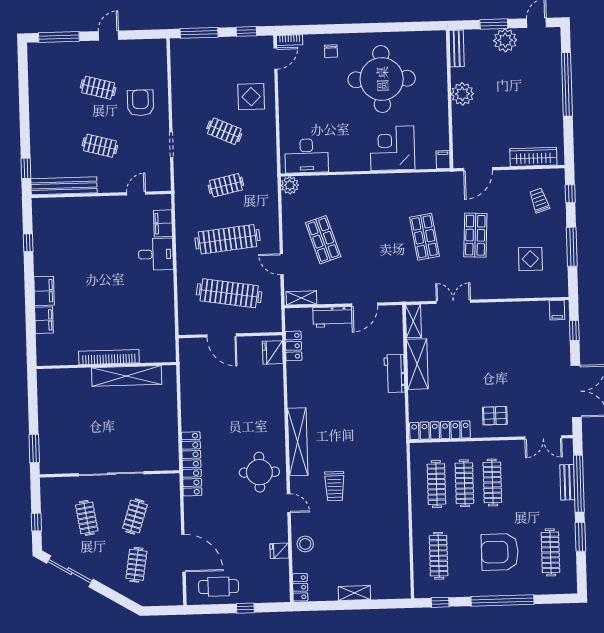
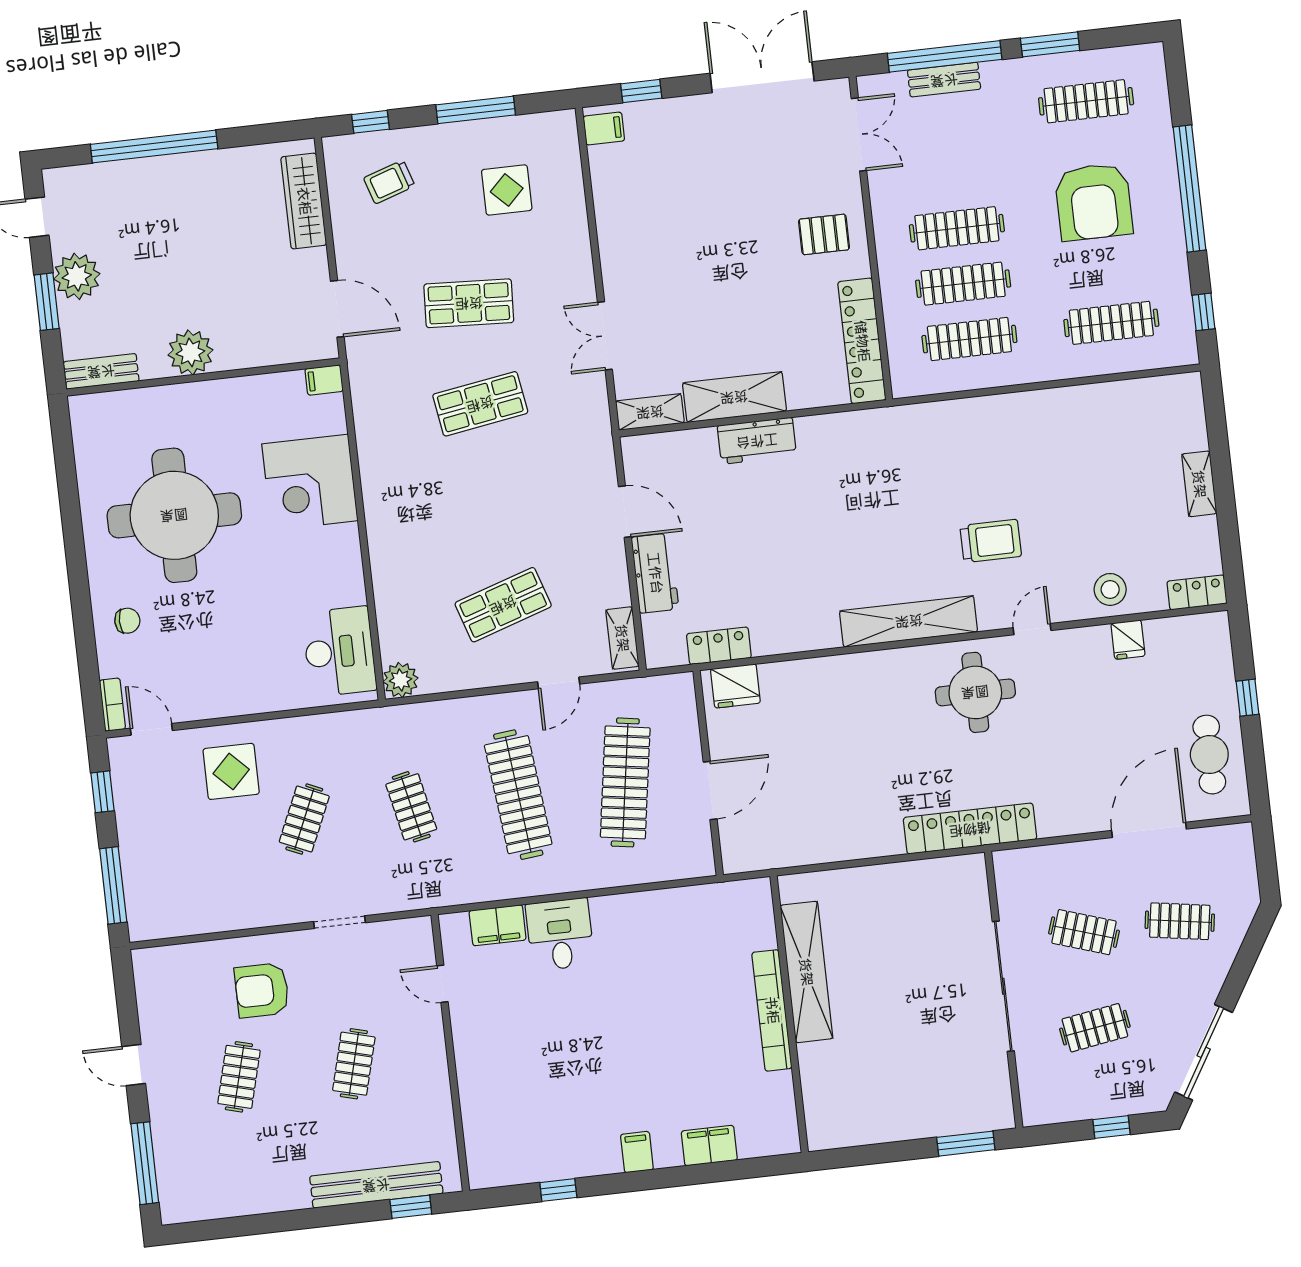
bench: (64, 186) -> (376, 1185), moved, turned 90
filing cabinet: (44, 291) -> (637, 1152), width x0.50
pallet: (495, 416) -> (824, 234), turned 90

